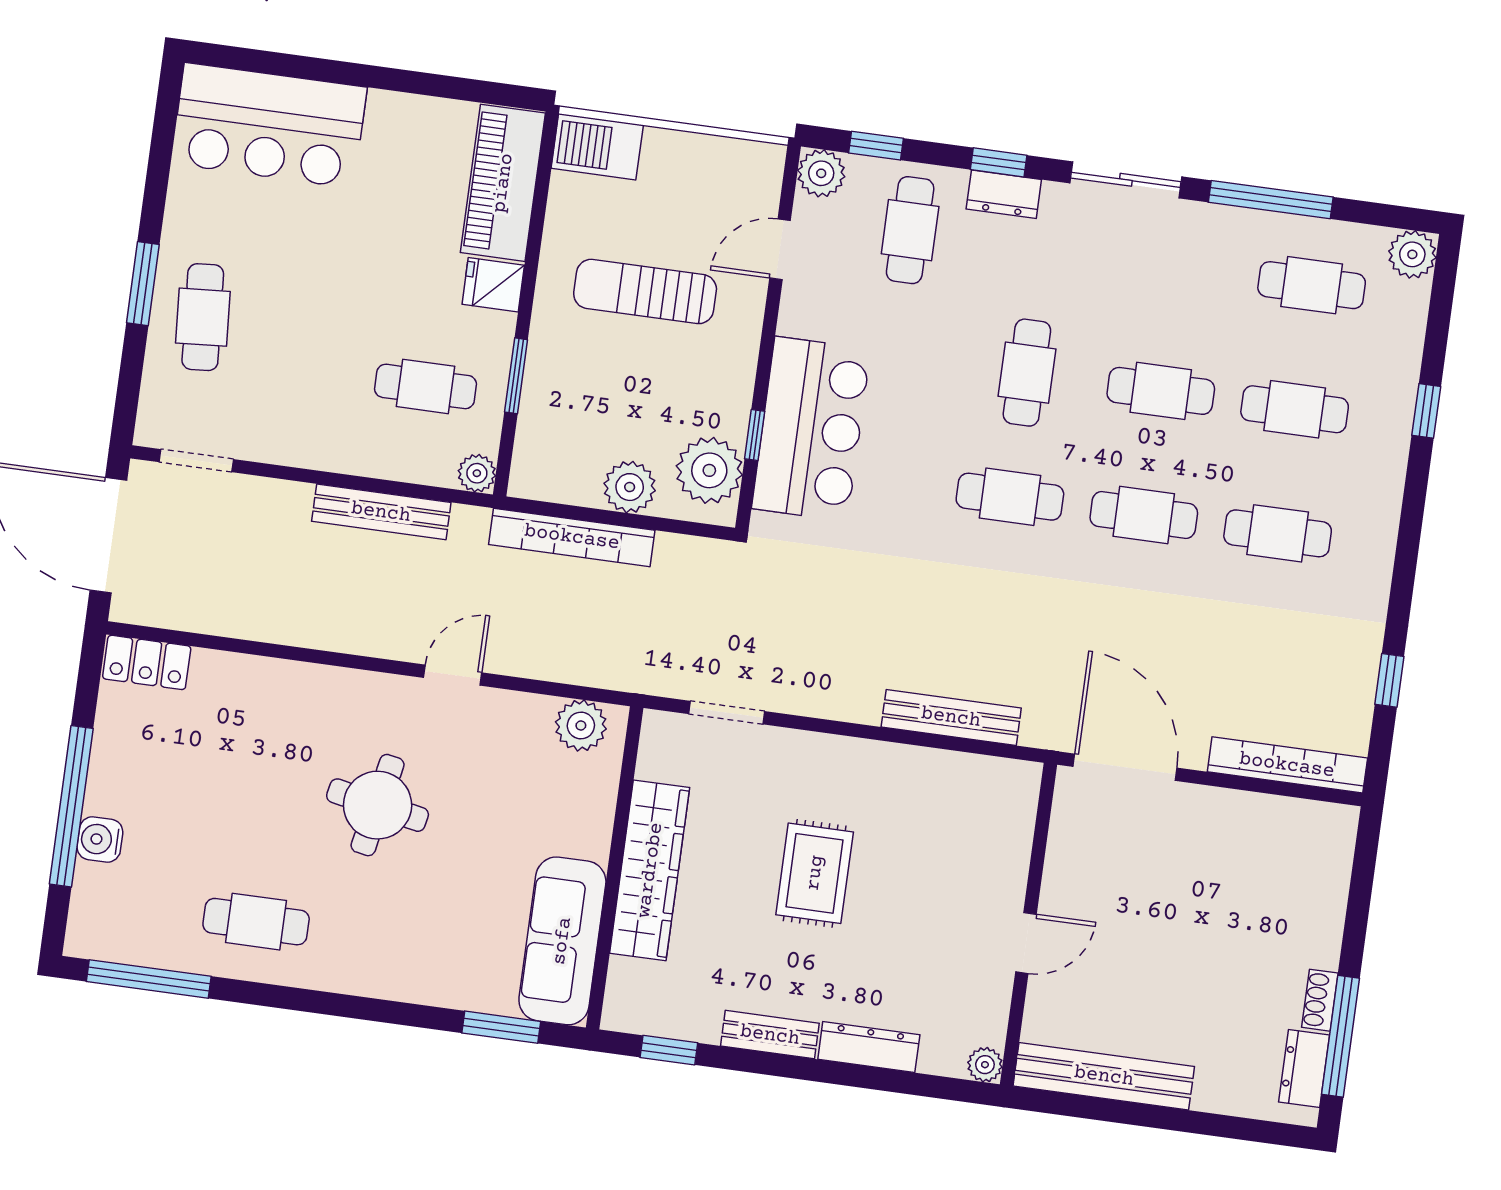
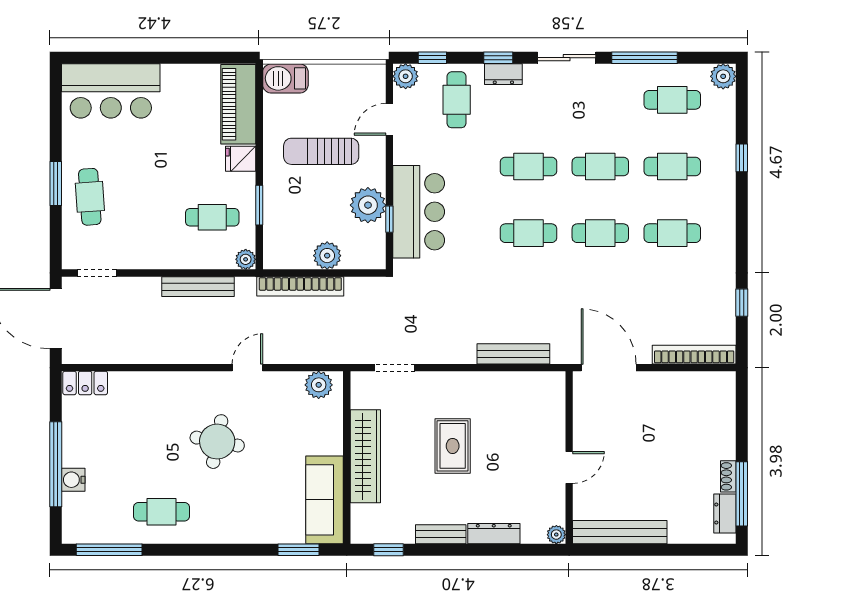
cafe table: (1027, 373) -> (528, 166), turned 90
plant: (709, 470) -> (368, 205), moved

